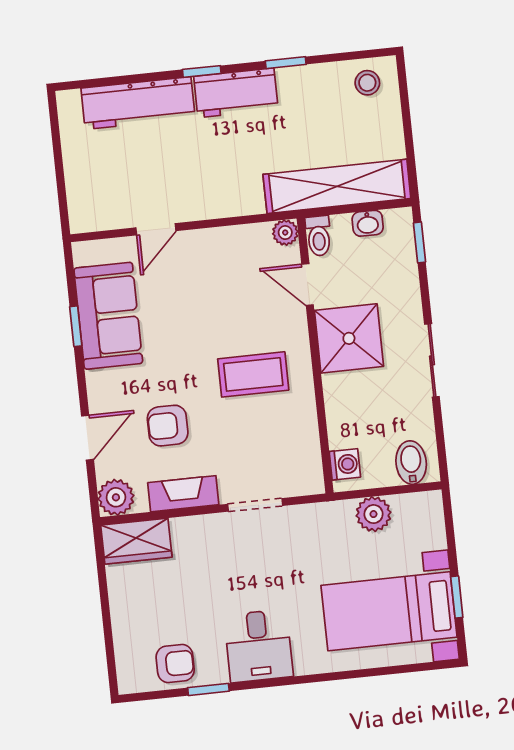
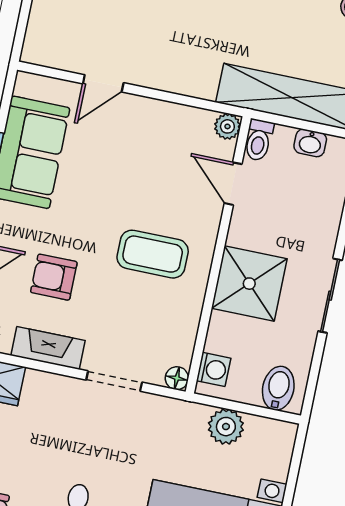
shower: (349, 338) -> (249, 284), moved
floor lamp: (313, 483) -> (177, 378), added

